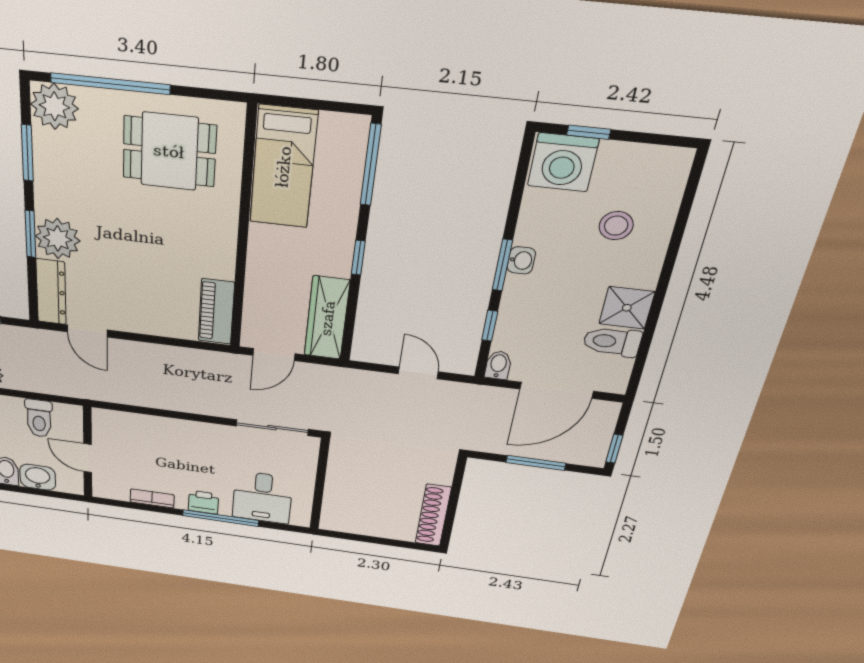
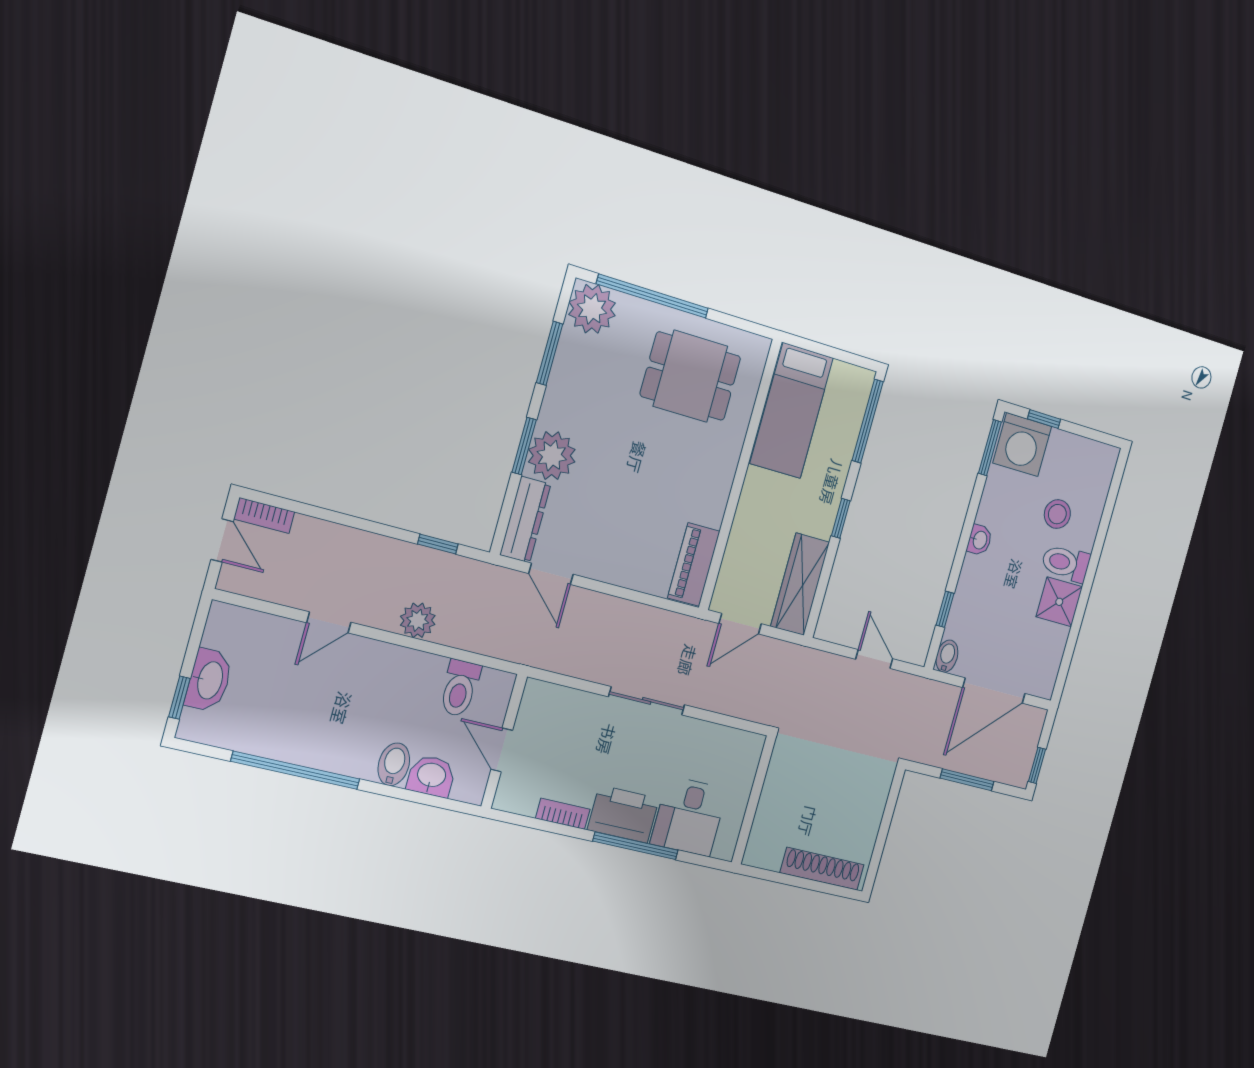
window: (502, 265) -> (990, 448), moved
toilet: (612, 342) -> (1066, 563), moved
sliding door: (272, 428) -> (647, 701), moved
printer: (203, 502) -> (623, 814), width x1.87, depth x1.48
shoe rack: (433, 515) -> (822, 869), moved, turned 90

